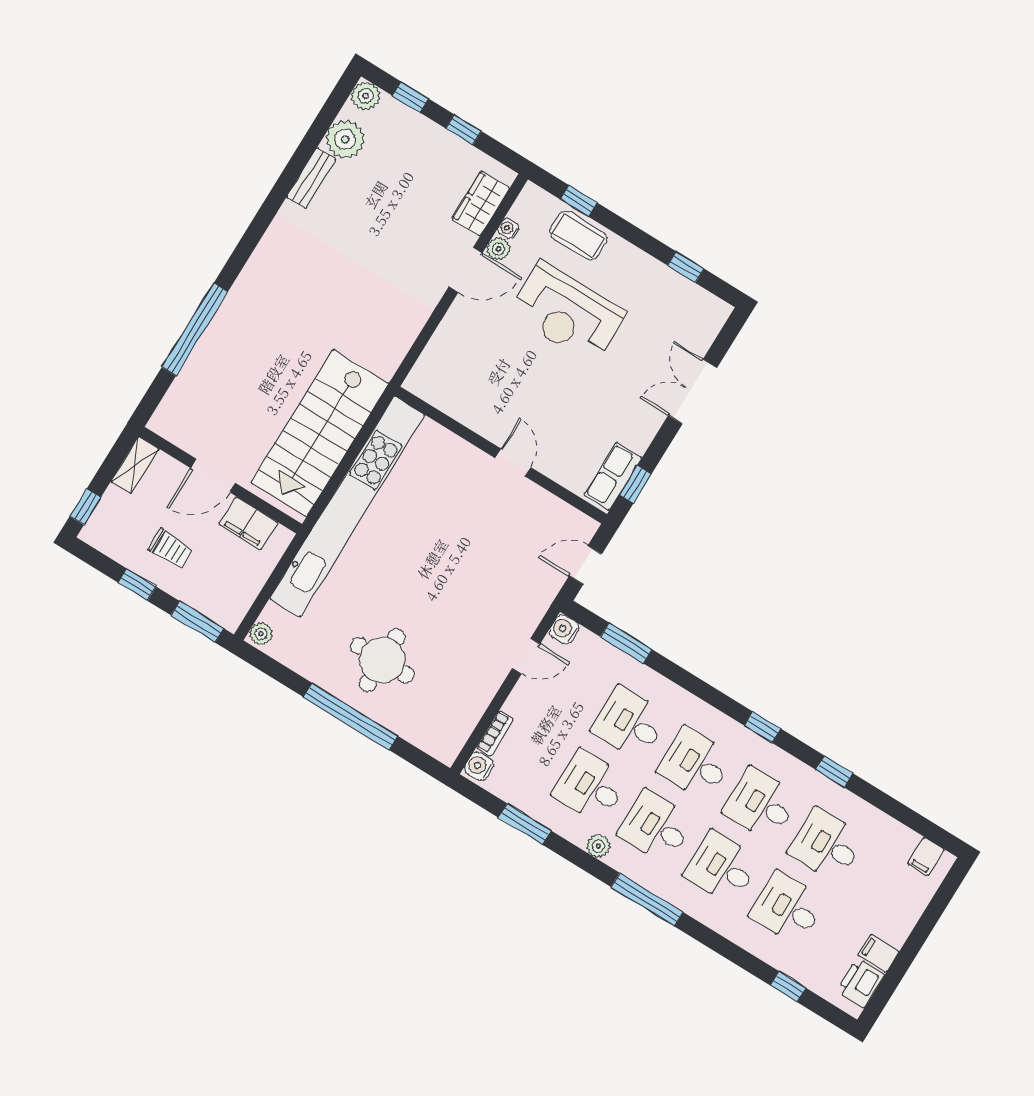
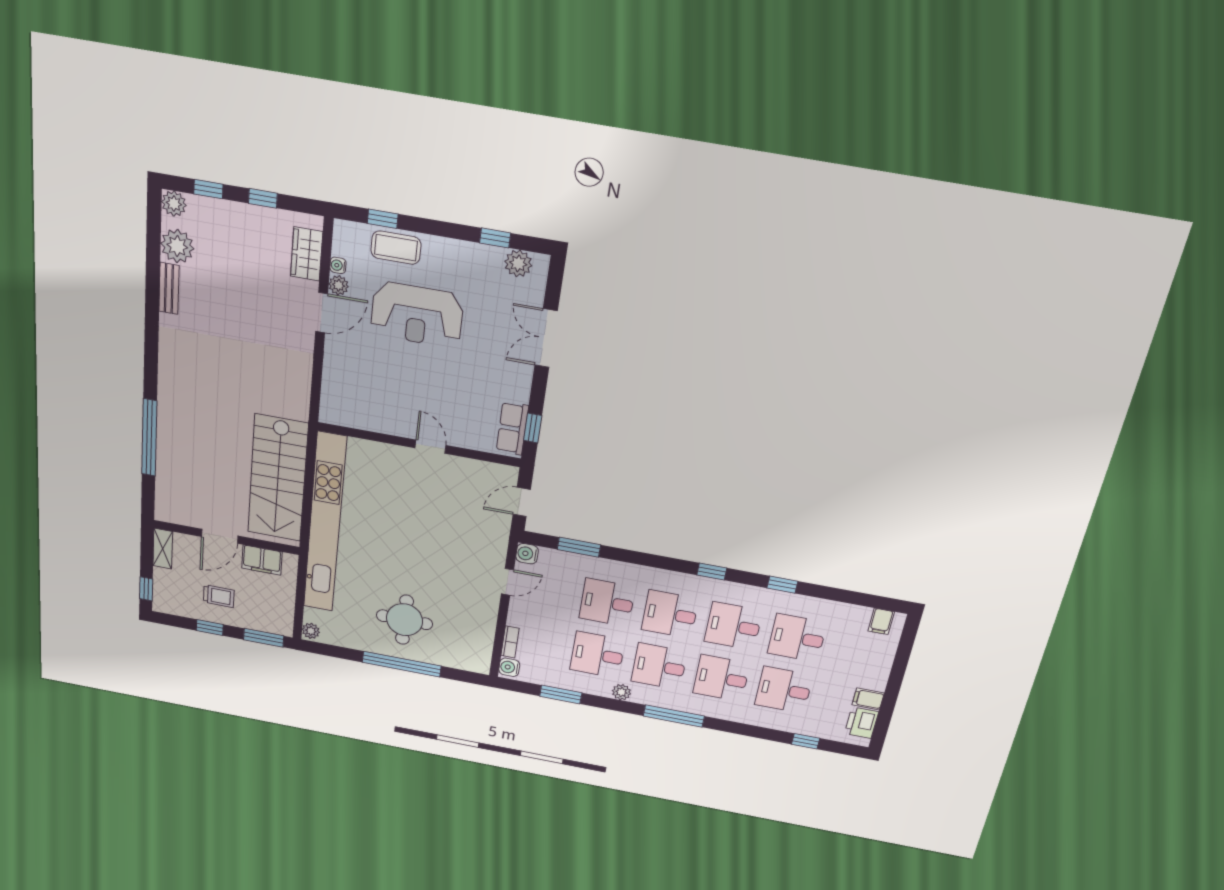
plant: (698, 302) -> (518, 263), added

